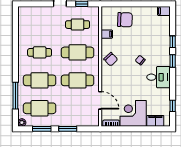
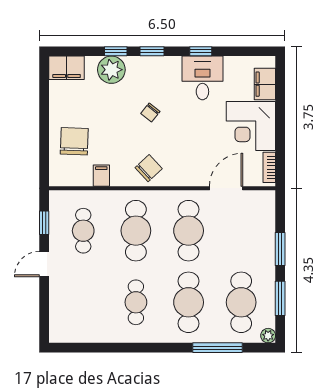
filing cabinet: (164, 11) -> (67, 68), width x2.00
plant: (163, 39) -> (111, 70), added
desk: (159, 77) -> (202, 78), moved
window: (173, 106) -> (201, 51), moved

